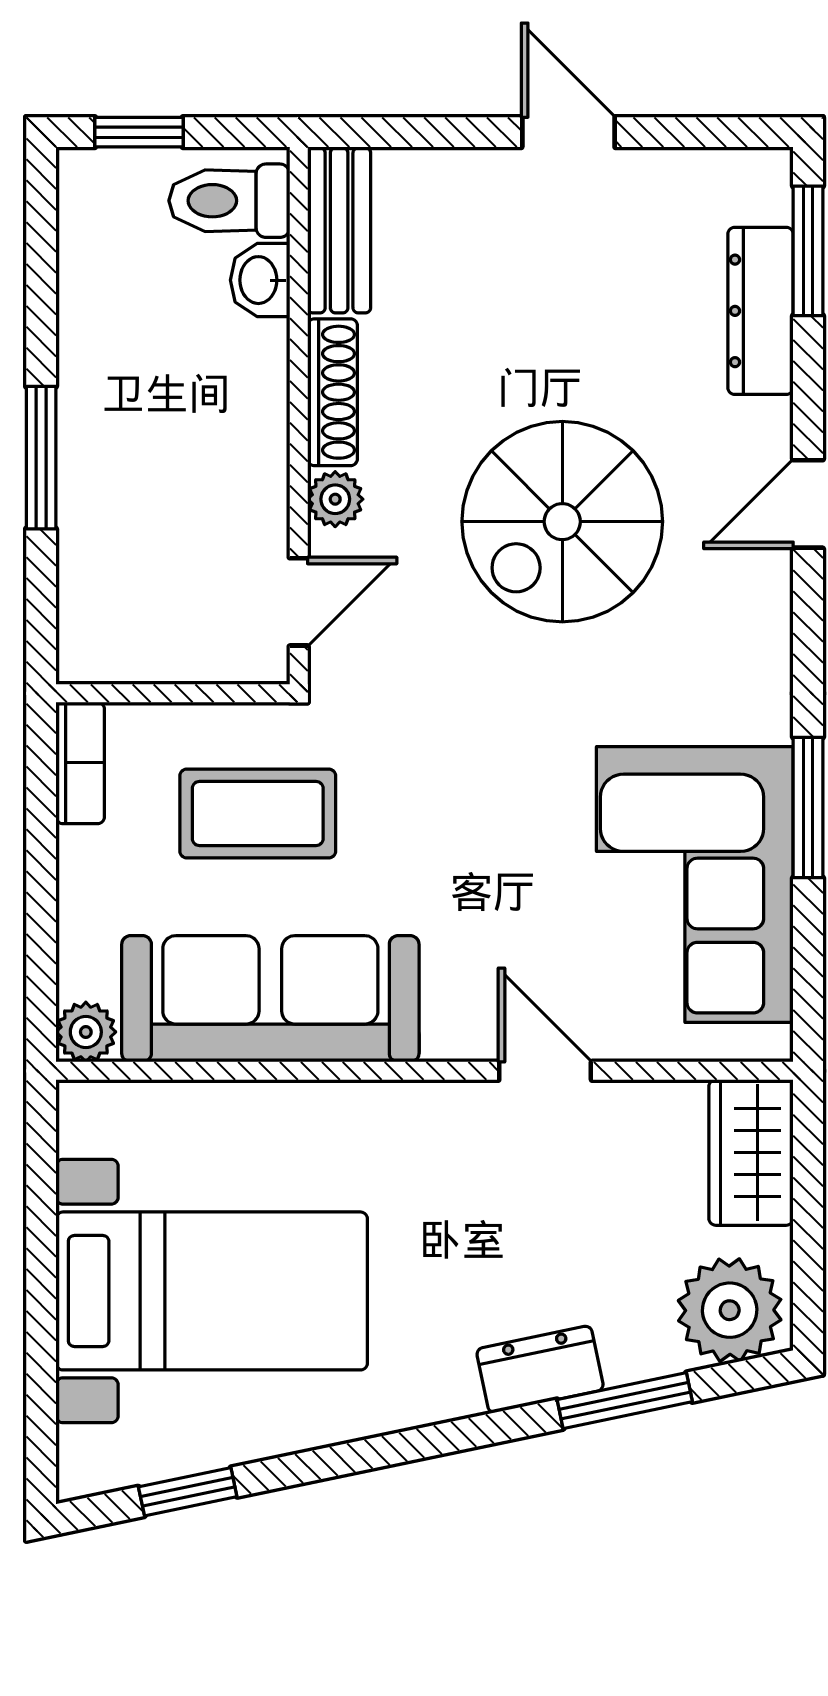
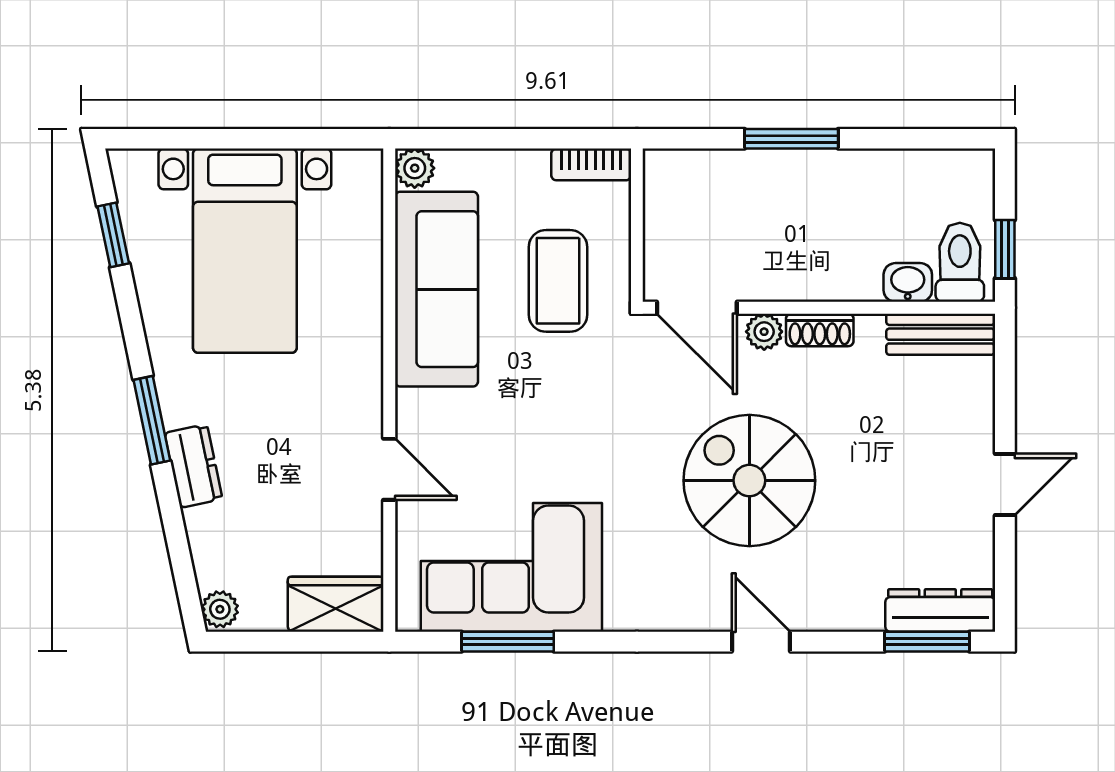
window: (139, 132) -> (1005, 249), moved
dresser: (761, 311) -> (940, 611), moved
shoe rack: (333, 392) -> (820, 330), width x0.70
door: (299, 602) -> (697, 308), width x1.38
window: (808, 807) -> (508, 642), moved
door: (545, 1071) -> (389, 469), hinge flipped
plant: (730, 1310) -> (220, 609), width x0.53, depth x0.53
window: (625, 1401) -> (152, 420), moved

